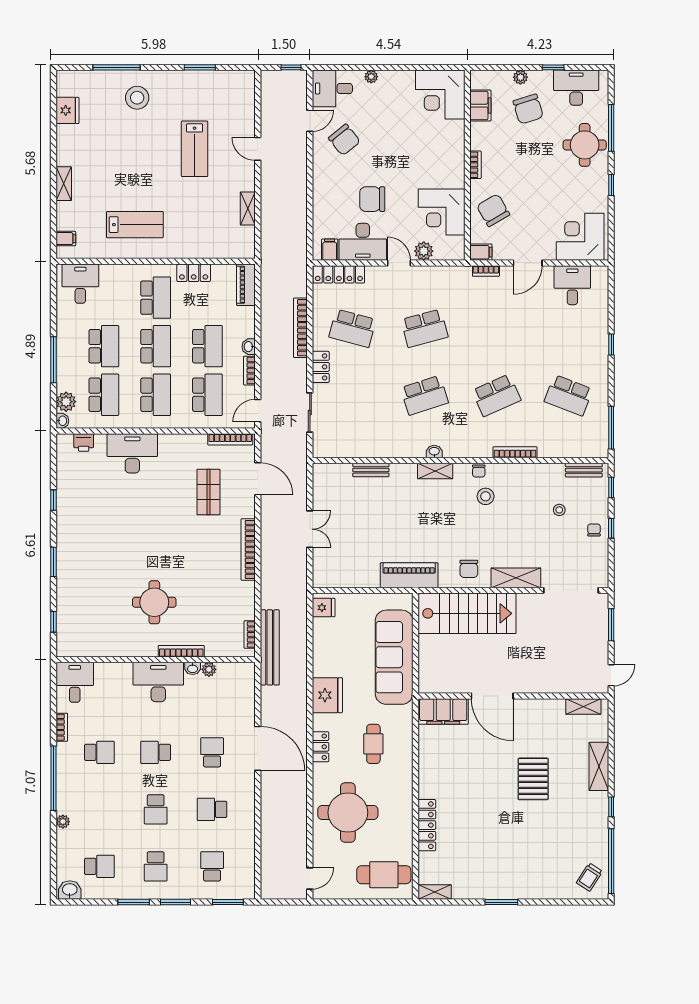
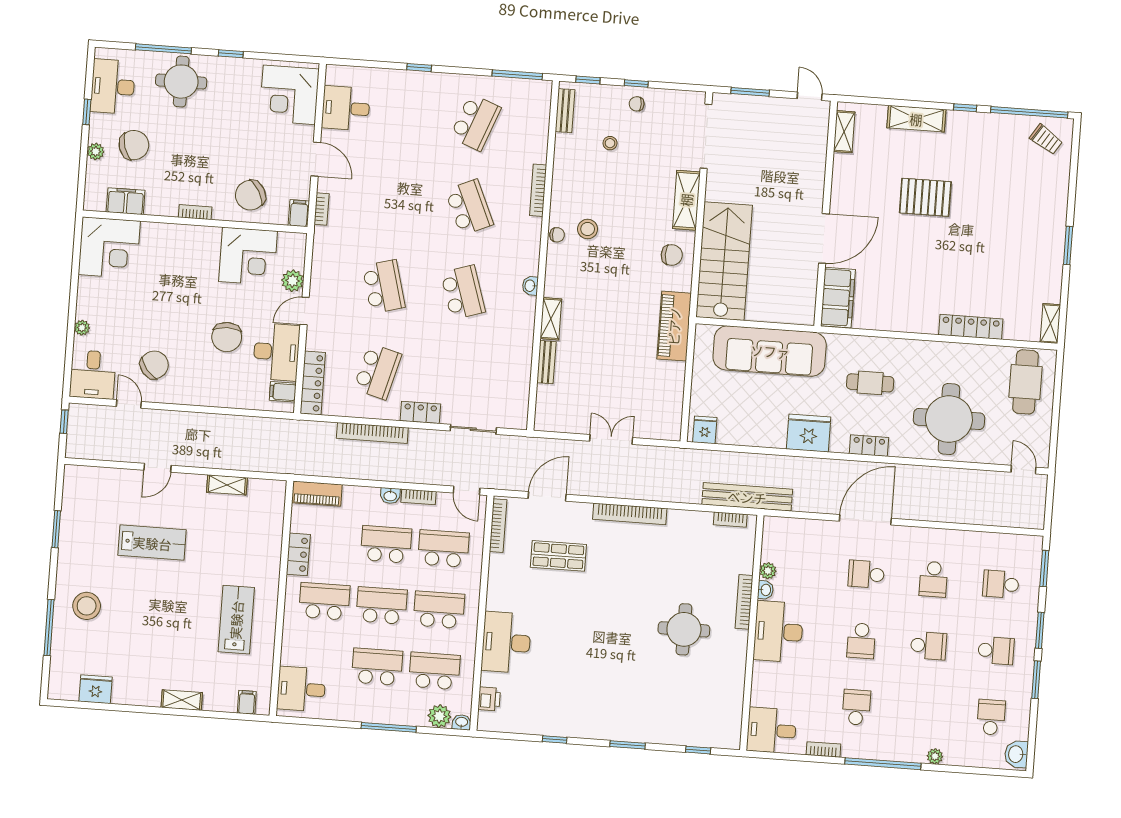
shelving: (435, 471) -> (551, 319), moved

